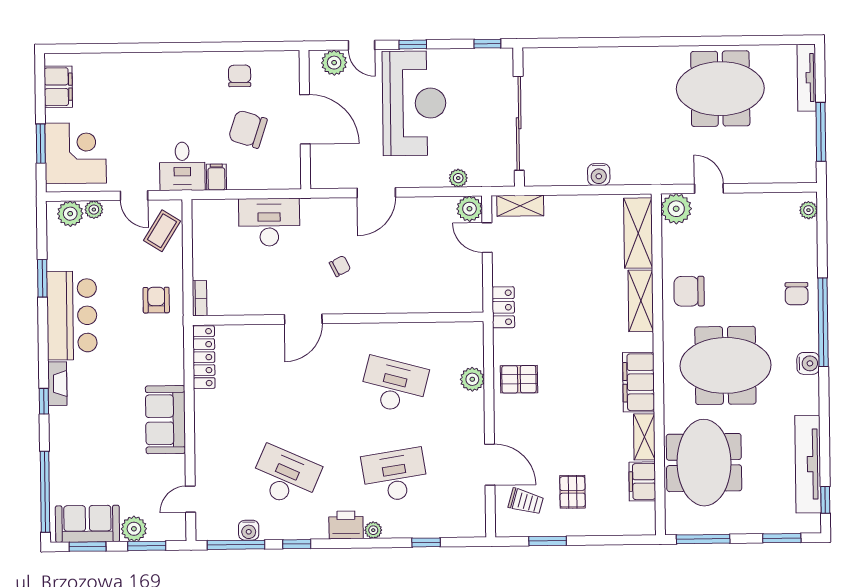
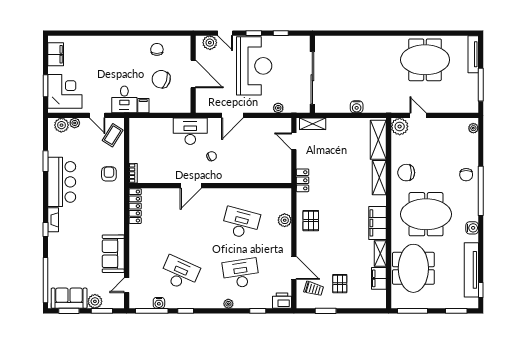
window: (487, 44) -> (281, 33), moved
plant: (469, 209) -> (284, 125), removed
desk: (269, 222) -> (190, 131), moved
water cooler: (808, 363) -> (472, 228), moved
pallet: (519, 379) -> (311, 221), turned 90
sofa: (165, 420) -> (113, 254), moved
printer: (346, 525) -> (282, 301), moved

